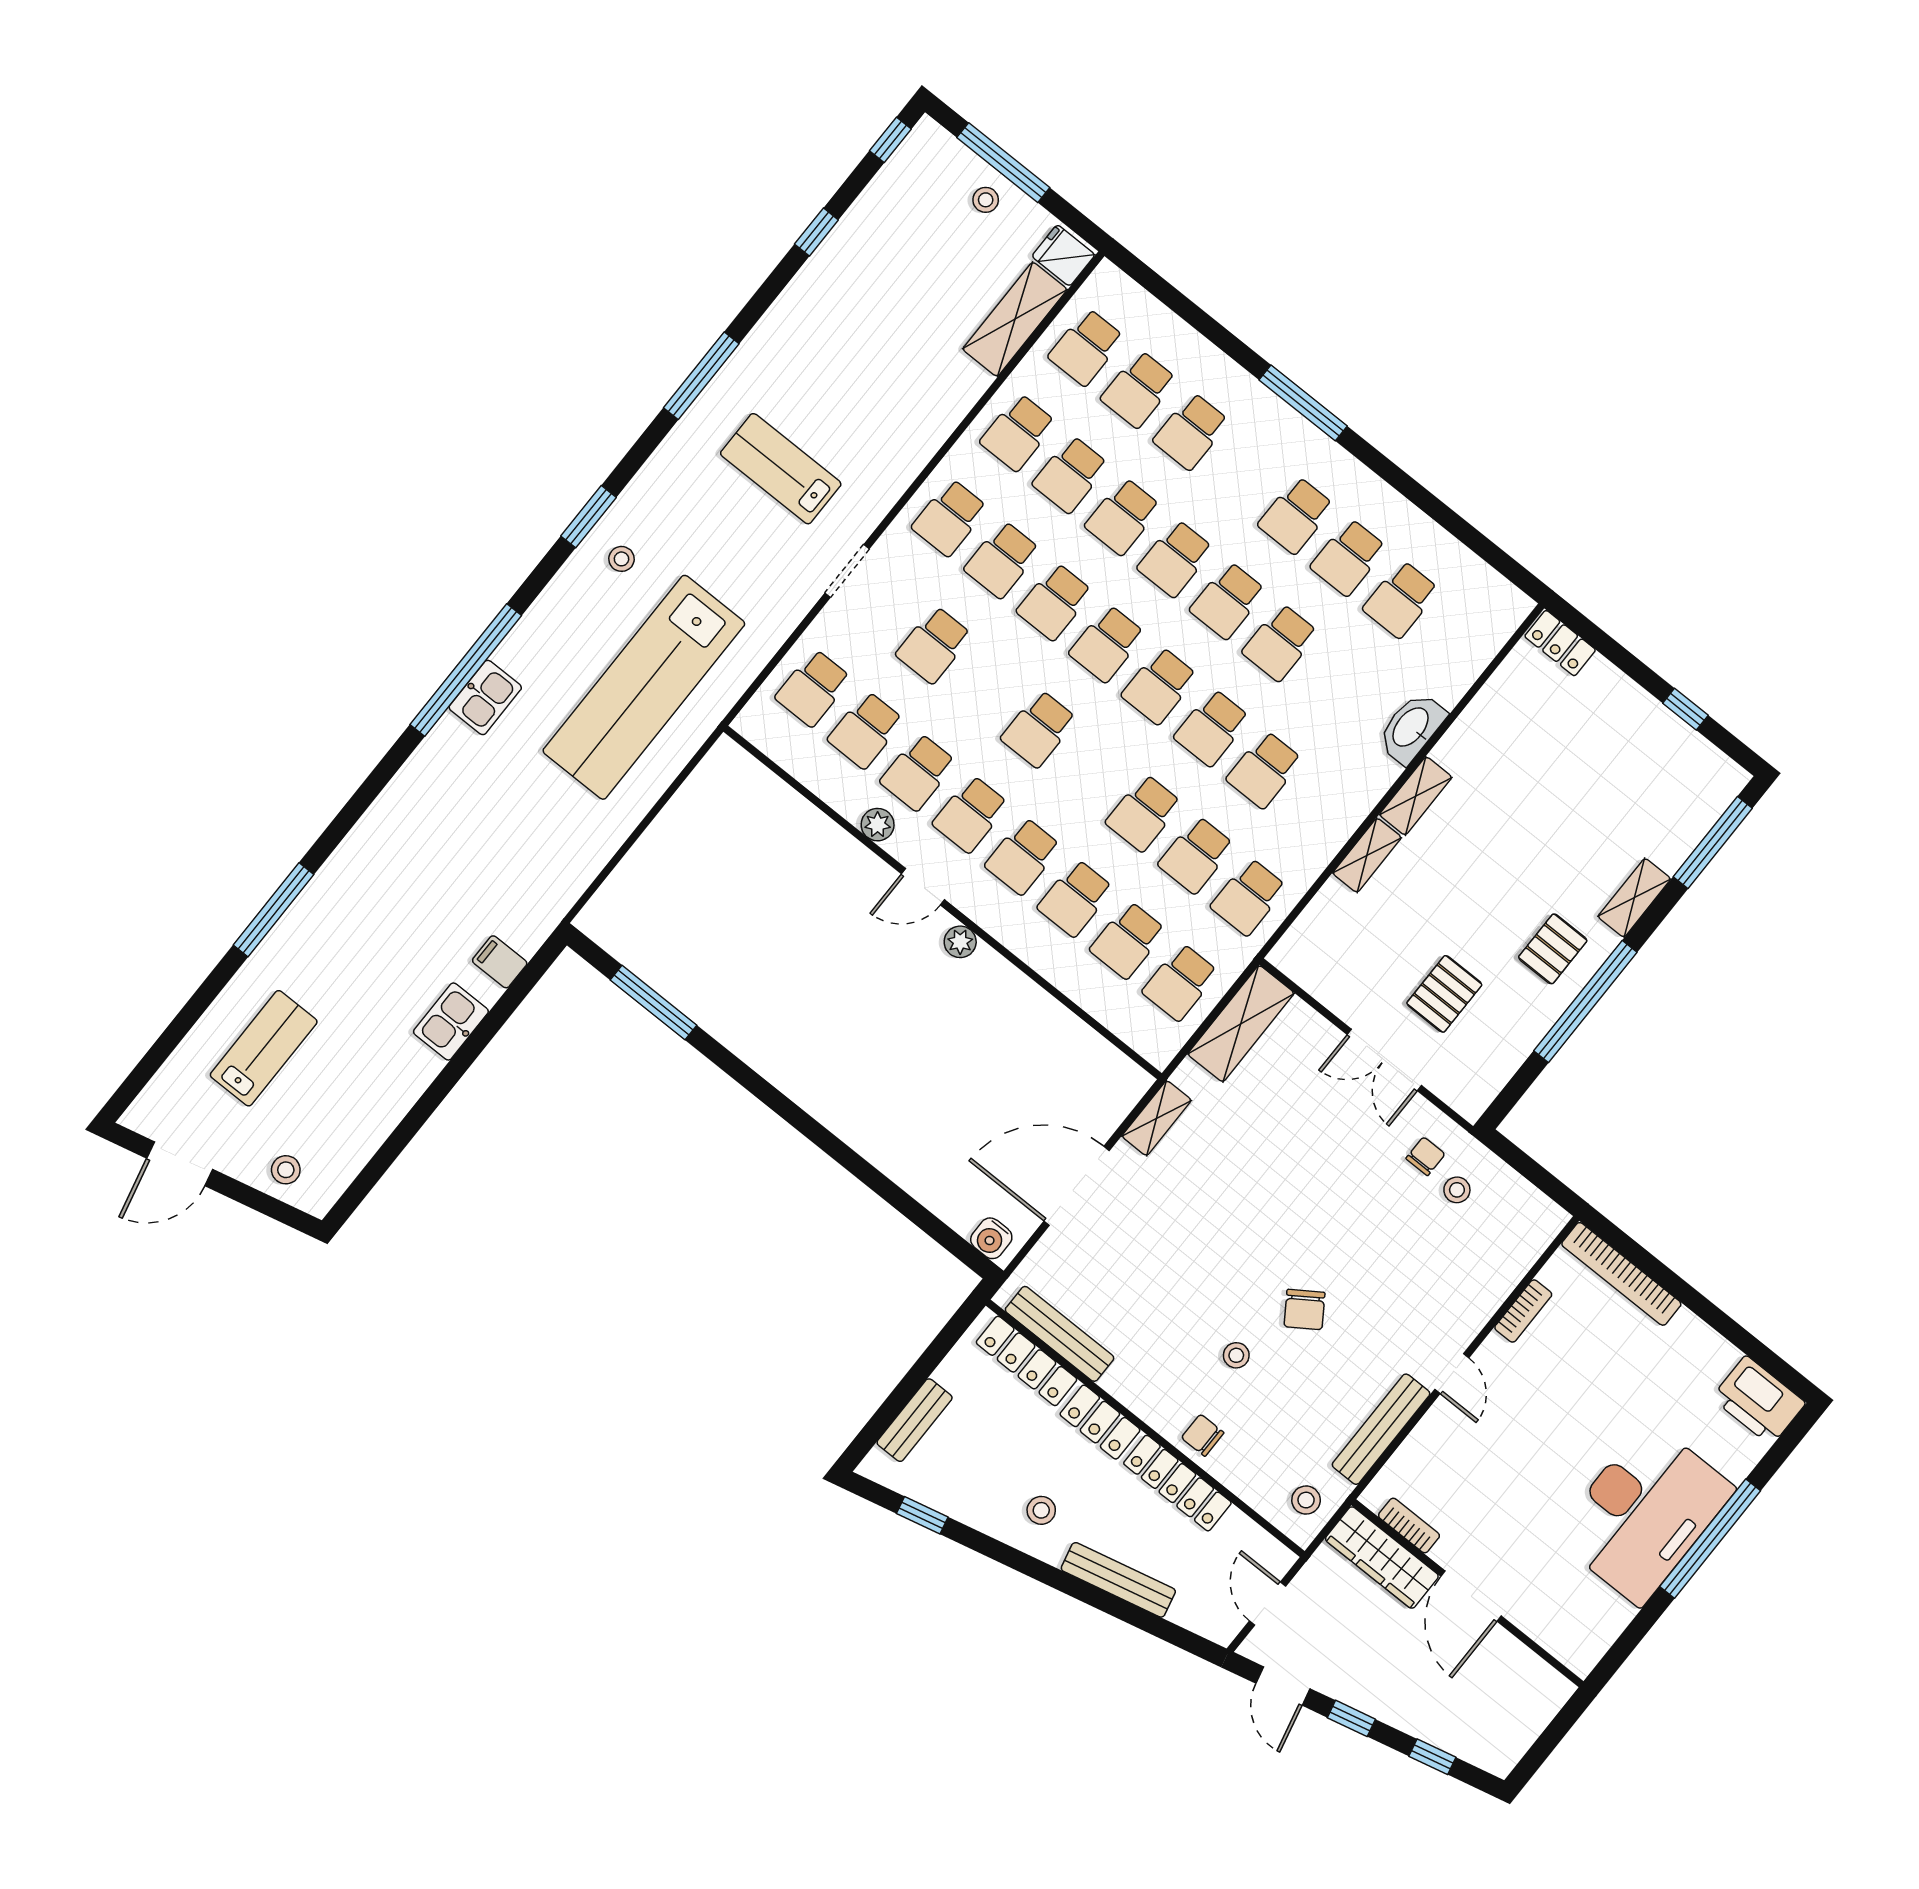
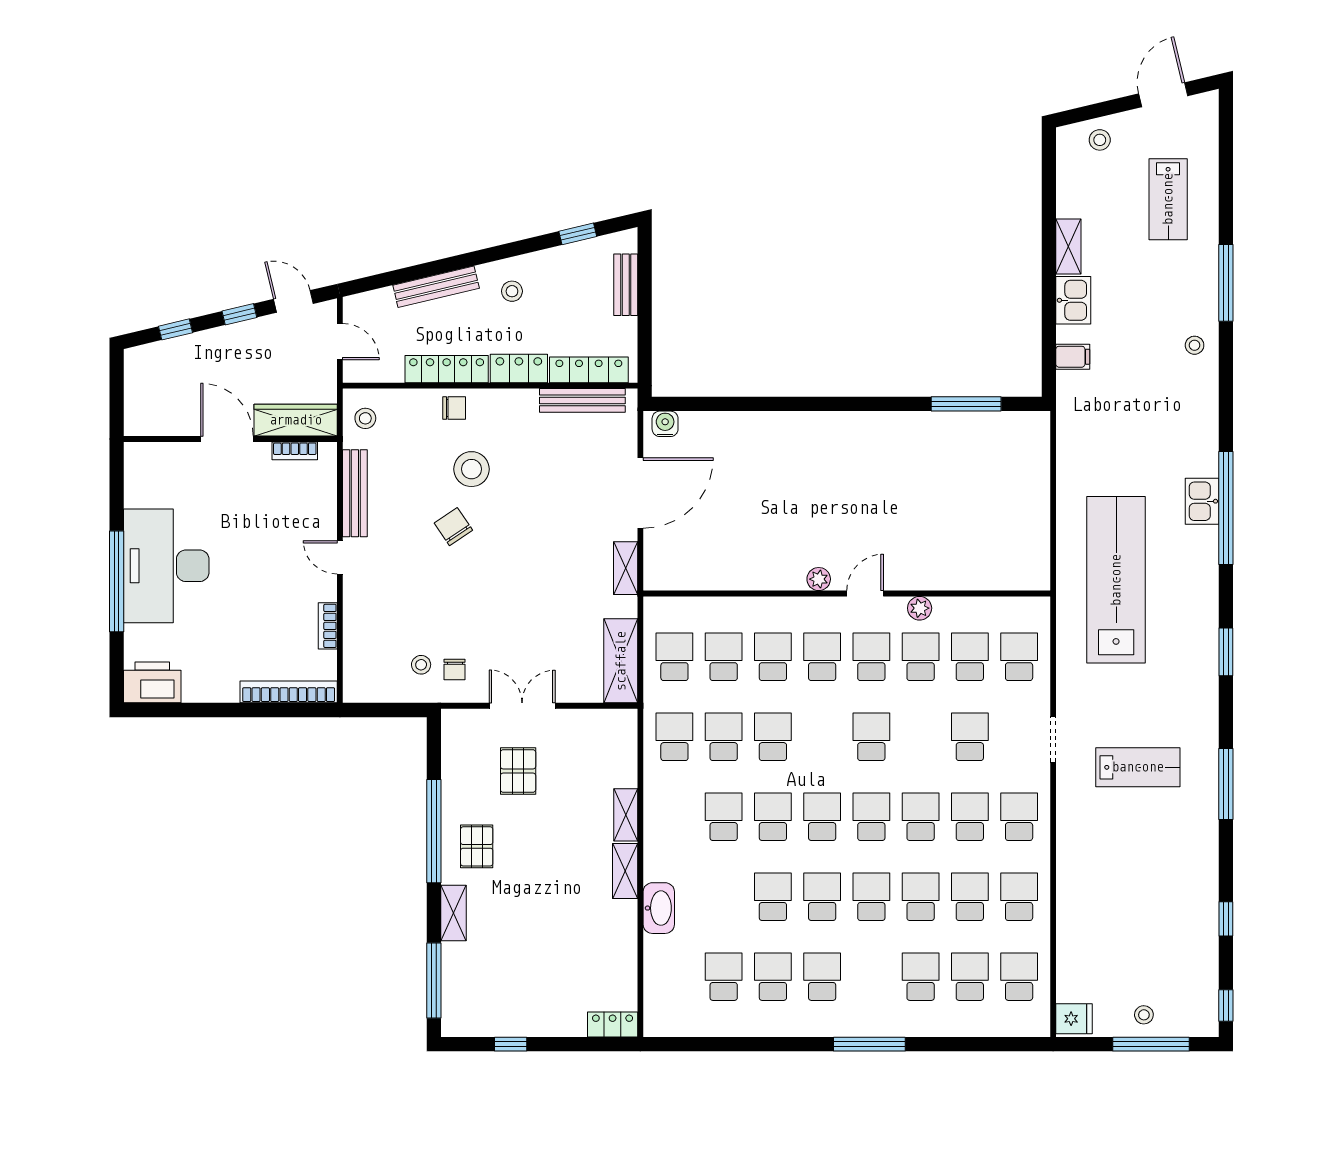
shelving: (1015, 319) -> (1068, 247), moved, width x0.67, depth x0.75
stool: (621, 559) -> (1195, 345), moved
stool: (1236, 1355) -> (471, 469), width x1.89, depth x1.89

